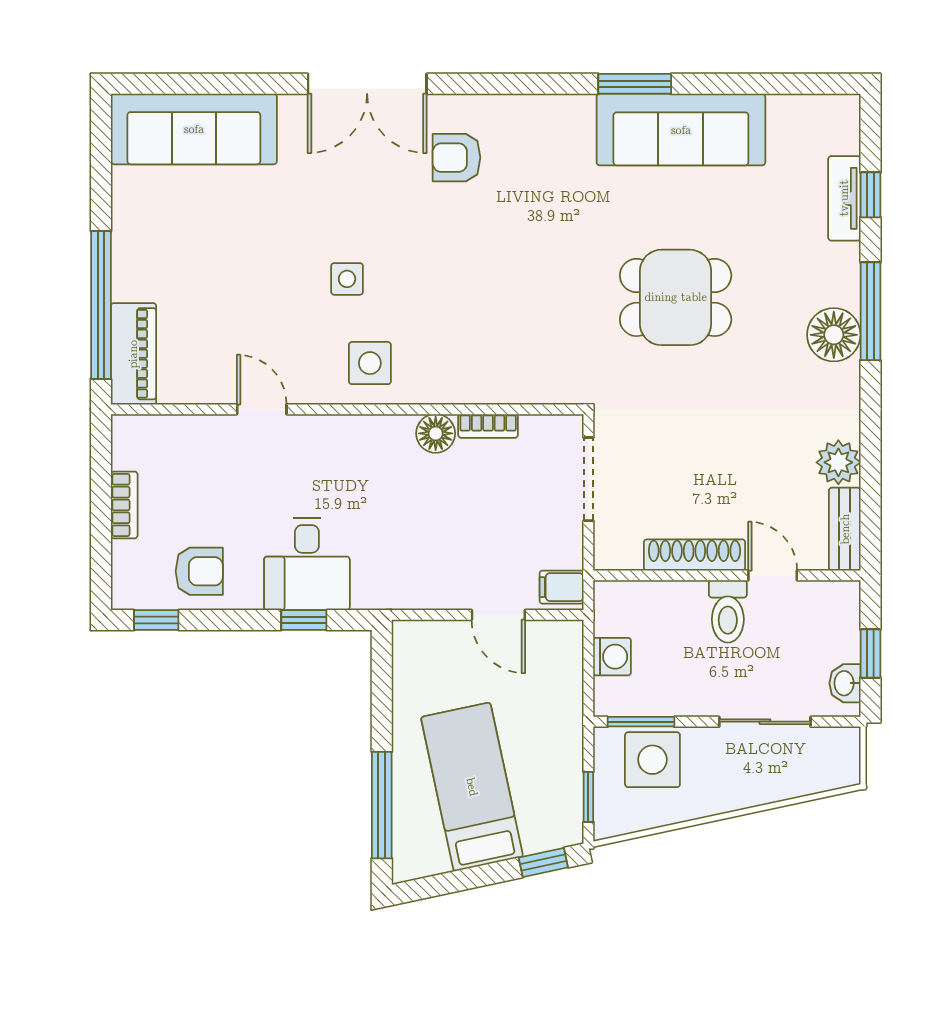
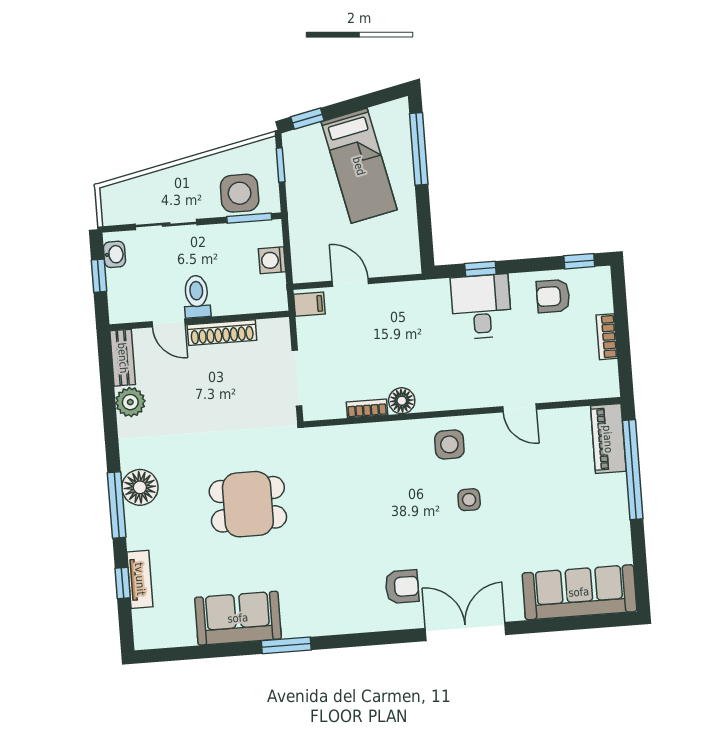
sofa: (681, 130) -> (238, 618), width x0.73

